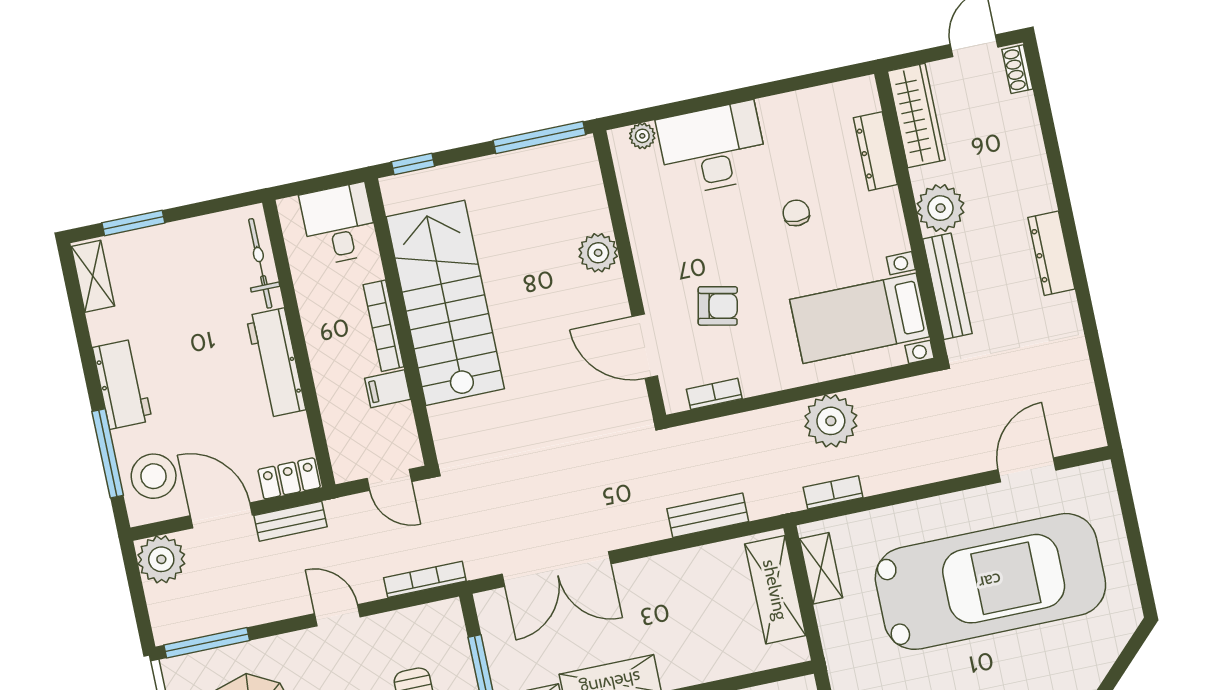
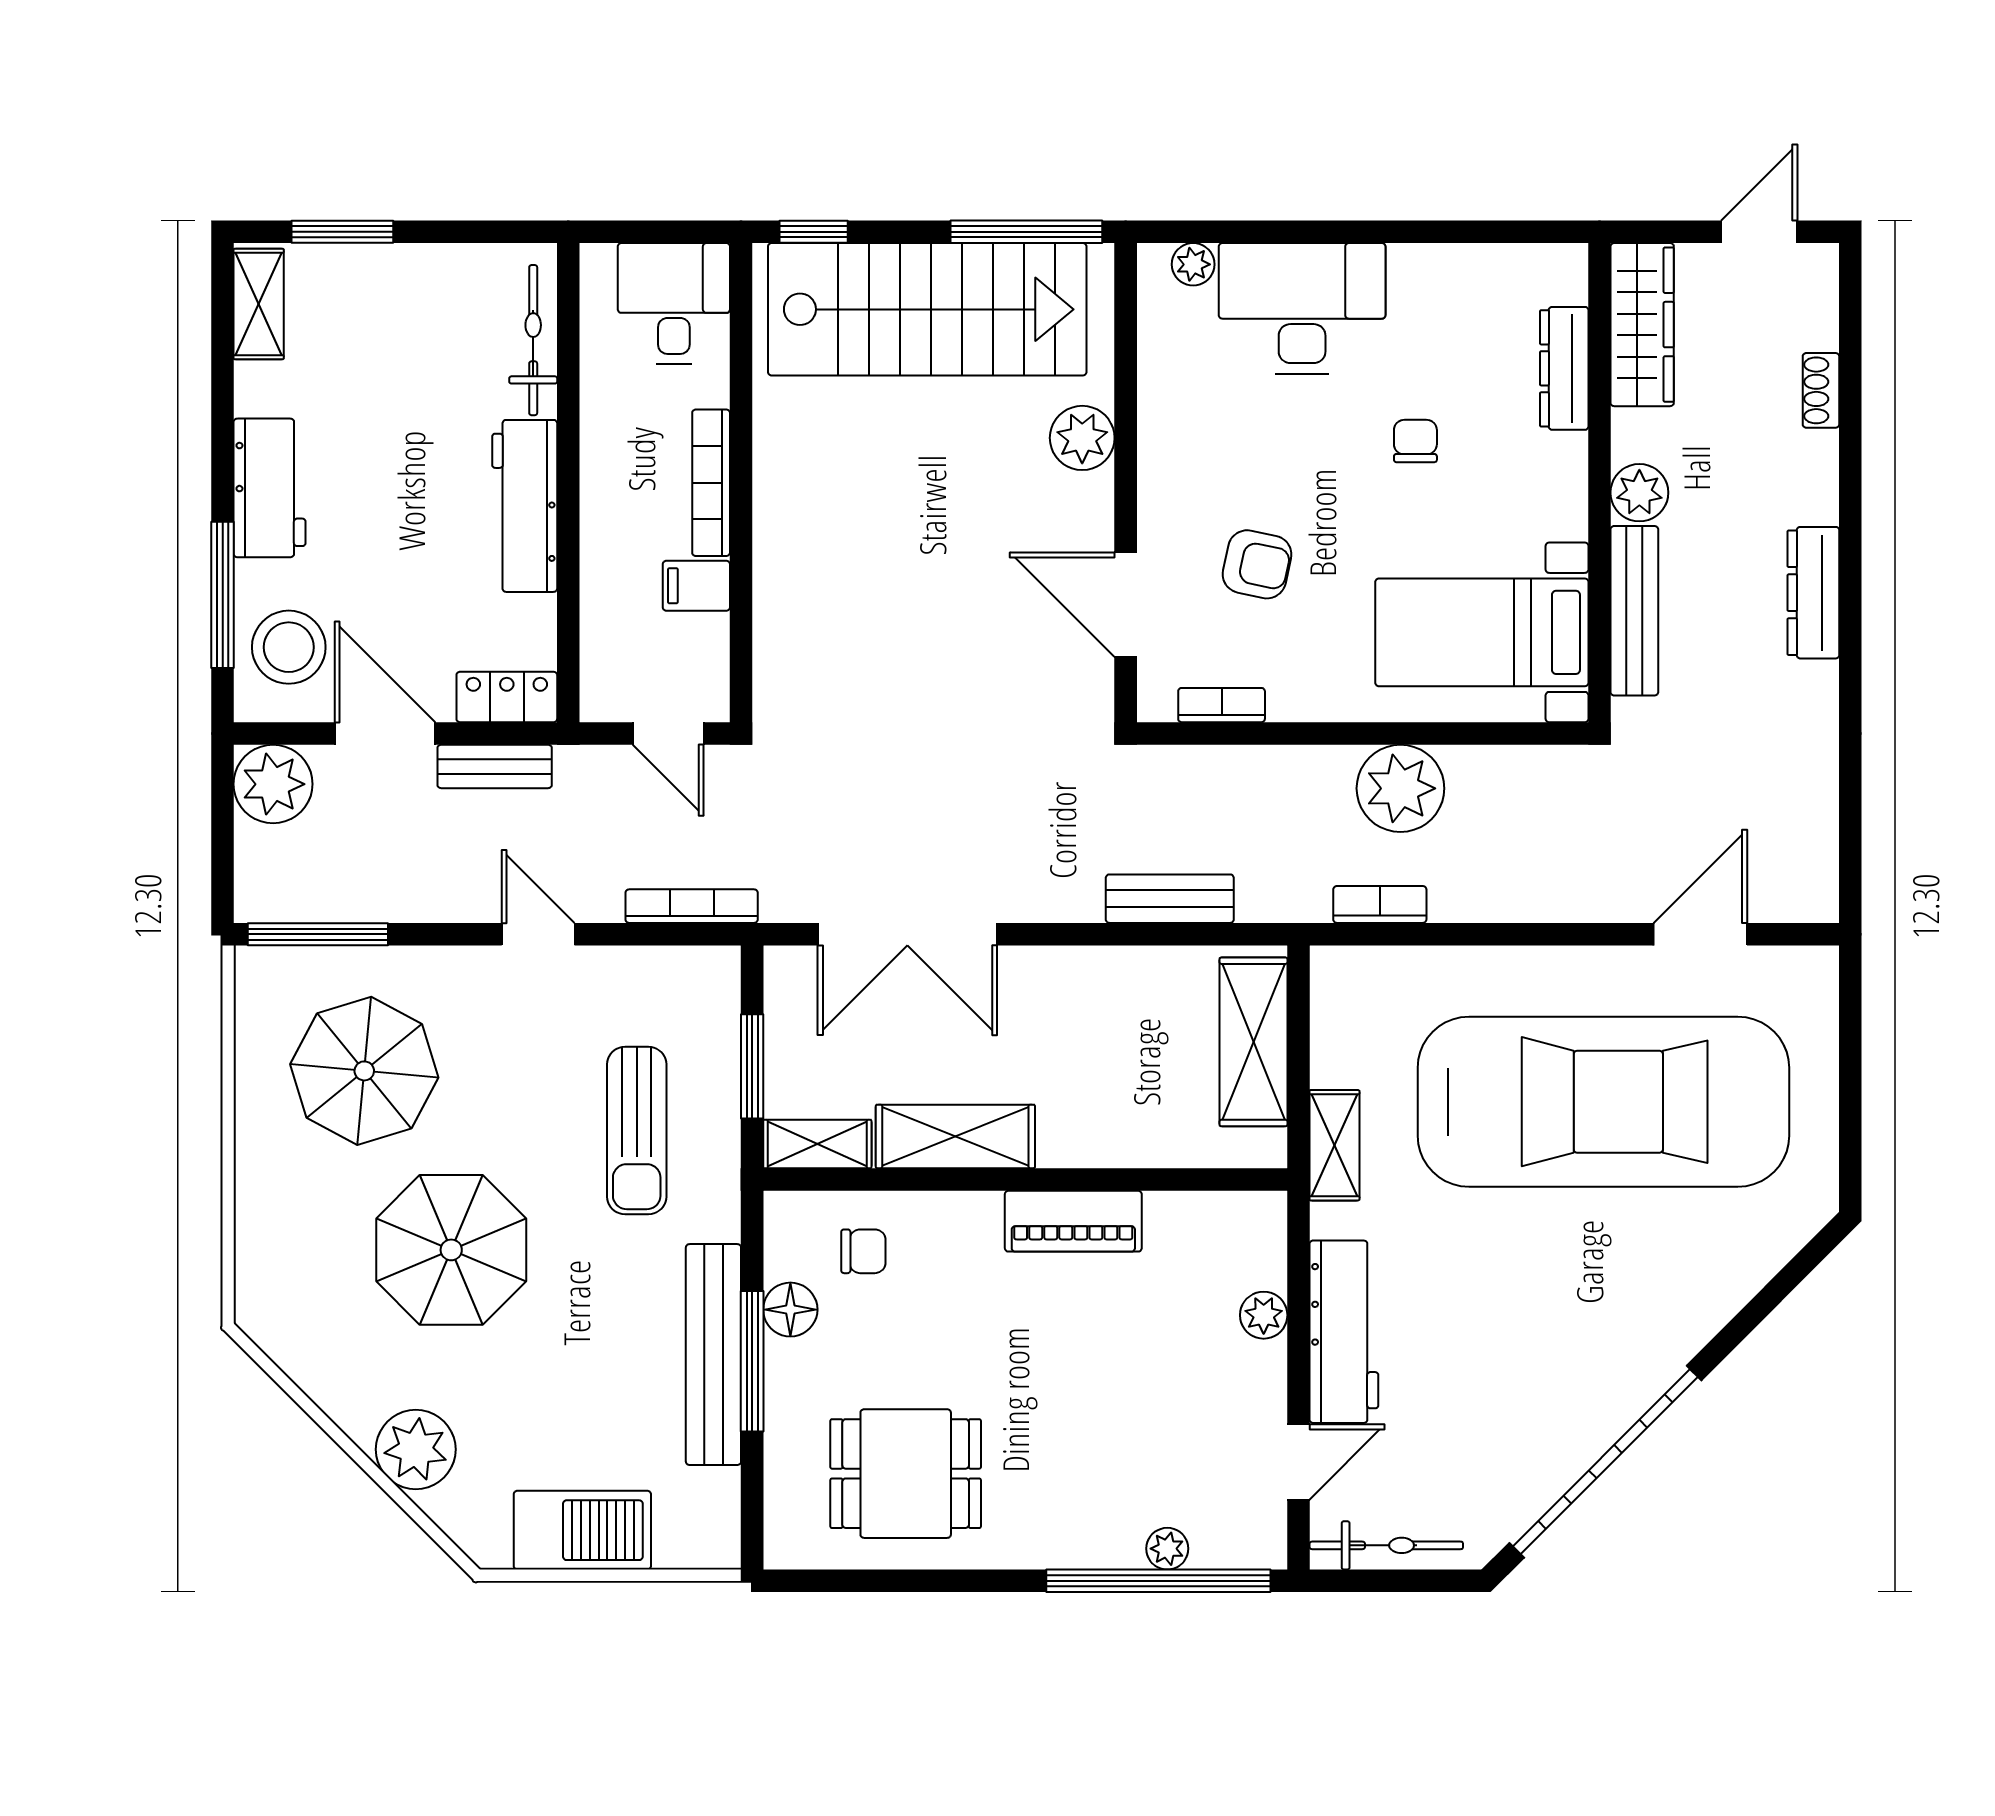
shoe rack: (1017, 69) -> (1821, 390), moved
plant: (941, 208) -> (1639, 493), width x0.73, depth x0.73
stairs: (445, 303) -> (927, 309), moved, turned 90
shelving: (821, 568) -> (1334, 1145), moved

